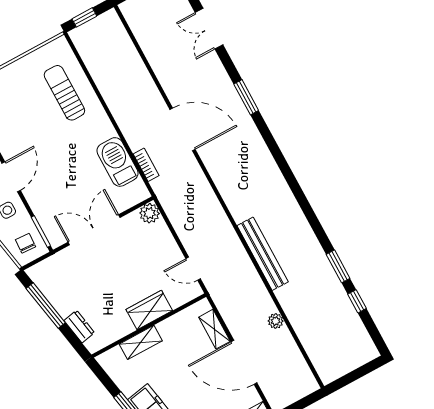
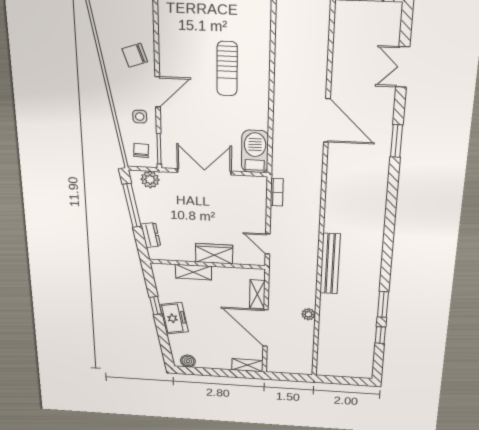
sun lounger: (64, 93) -> (227, 69), moved, turned 180
door: (182, 129) -> (327, 120), moved
barbecue: (118, 162) -> (255, 151), moved
bookcase: (146, 165) -> (277, 192), moved
plant: (150, 213) -> (150, 180), moved

